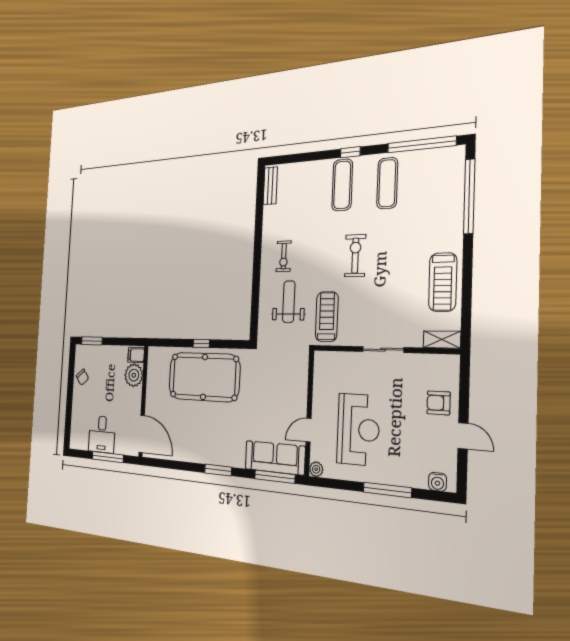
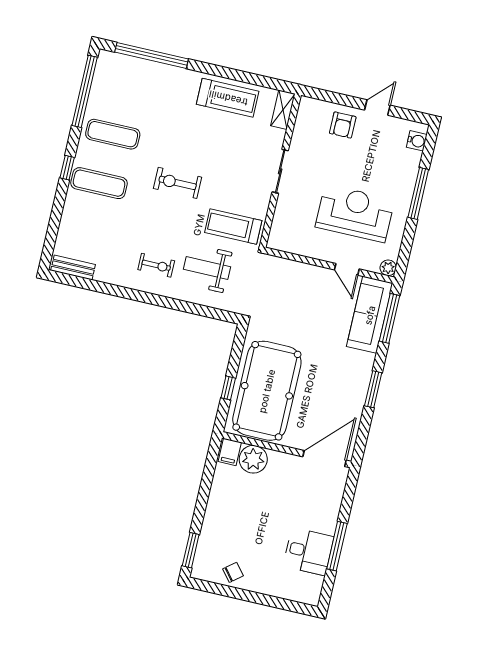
filing cabinet: (136, 355) -> (230, 452), moved
plant: (134, 375) -> (253, 459), moved
wall: (143, 401) -> (287, 450), moved
door: (142, 434) -> (324, 458), moved

